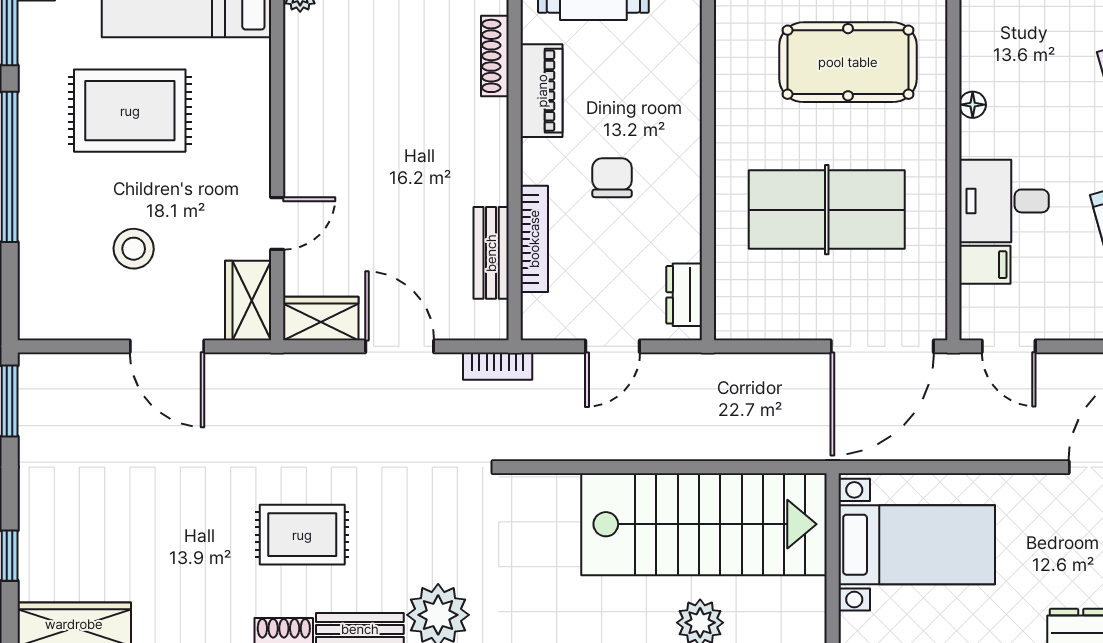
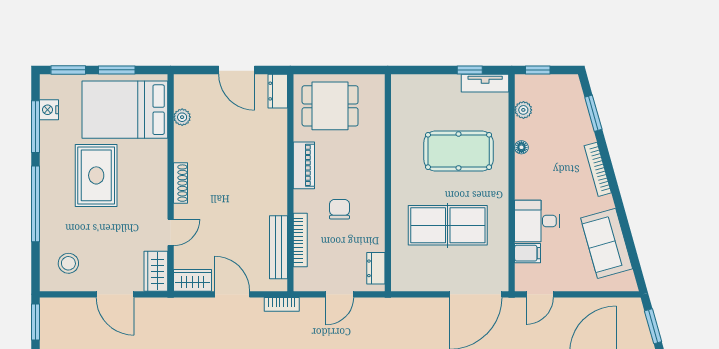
shoe rack: (495, 56) -> (181, 183), moved, turned 180
floor lamp: (973, 105) -> (521, 147), moved
rug: (130, 111) -> (96, 175), turned 90
stool: (134, 249) -> (68, 263), moved
bench: (491, 253) -> (278, 247), width x1.36
door: (1009, 346) -> (540, 294), hinge flipped

